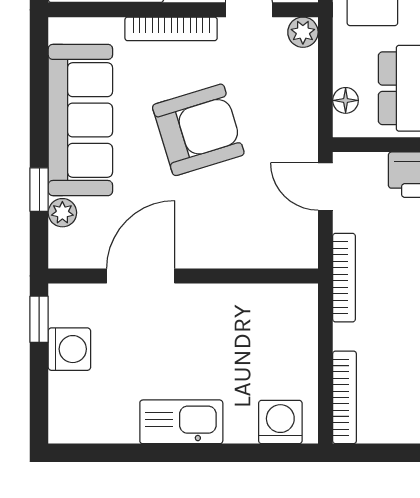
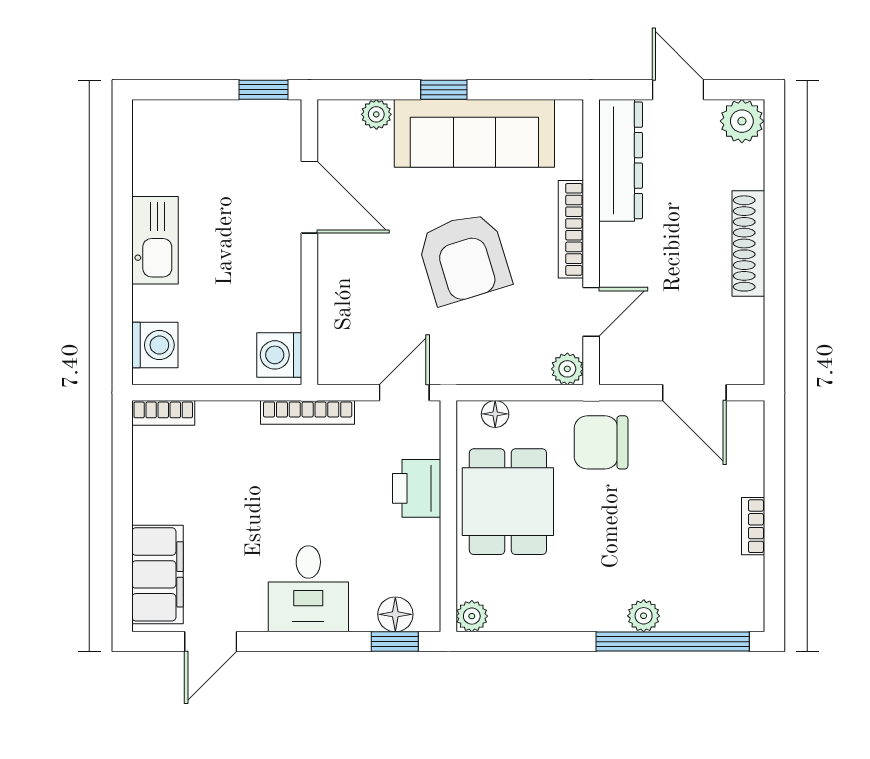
window: (39, 190) -> (444, 90), moved
washing machine: (69, 349) -> (279, 355), moved, turned 90
bookcase: (345, 397) -> (163, 413), width x0.64

